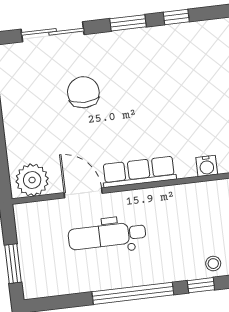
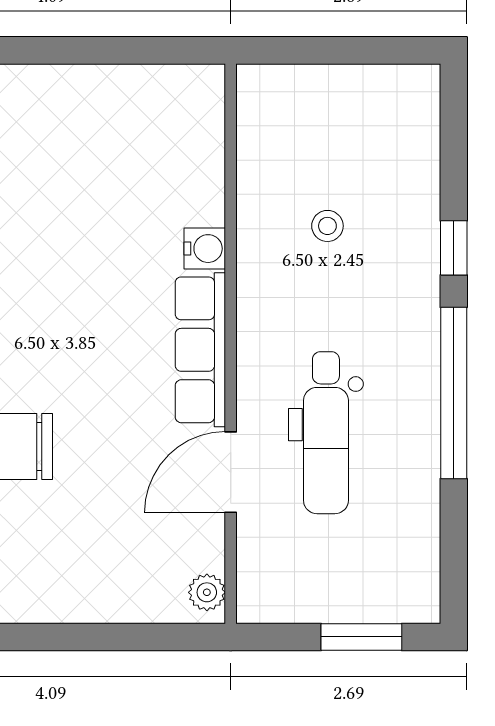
water cooler: (207, 166) -> (205, 249), moved
plant: (32, 180) -> (207, 592), width x0.53, depth x0.53
stool: (213, 264) -> (327, 226), moved

